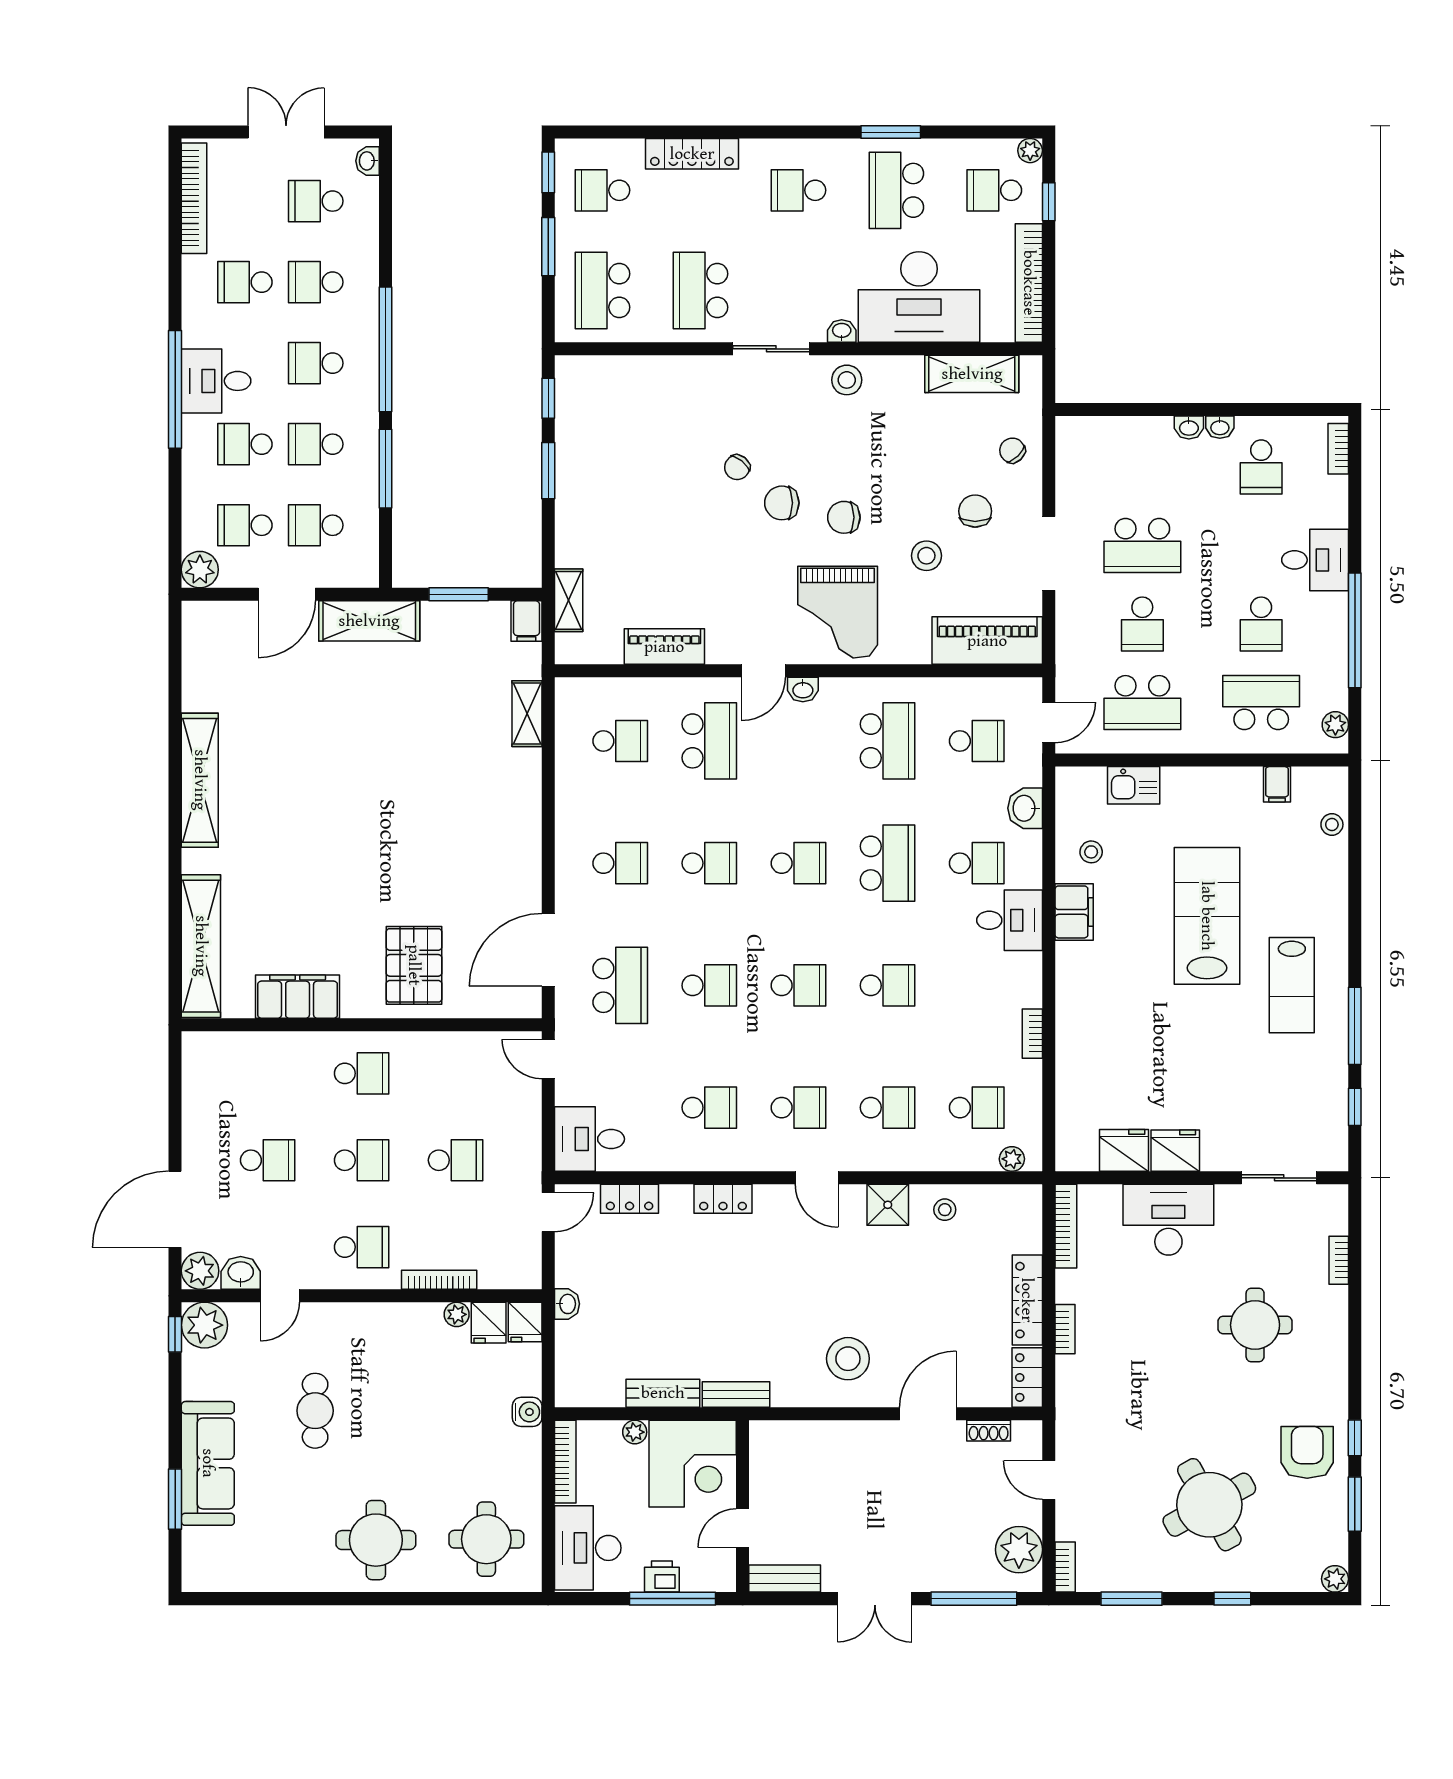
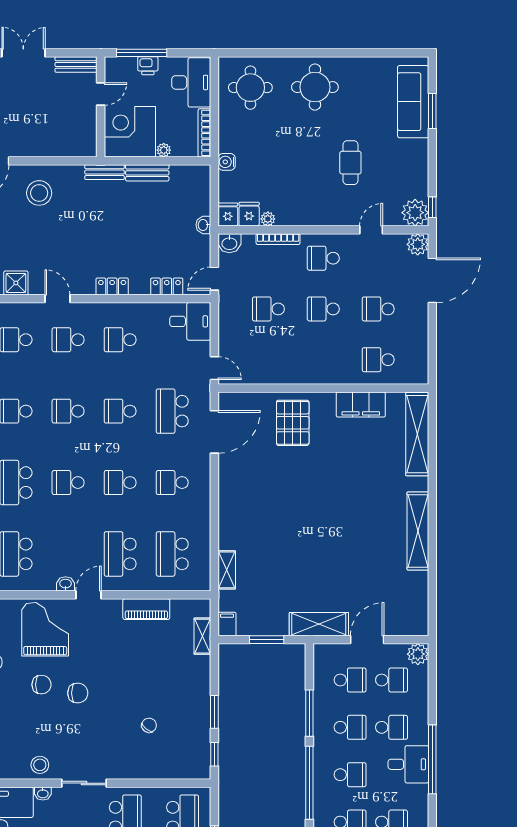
chair: (737, 467) -> (149, 725), moved
school desk: (620, 741) -> (172, 554), width x1.85
school desk: (362, 1073) -> (378, 360), moved
washbasin: (241, 1273) -> (229, 243), moved
sofa: (208, 1463) -> (413, 102), moved

